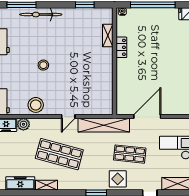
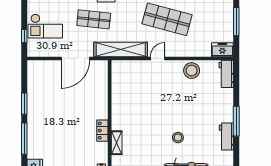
stool: (43, 65) -> (178, 138), moved
plant: (23, 124) -> (204, 50), removed

